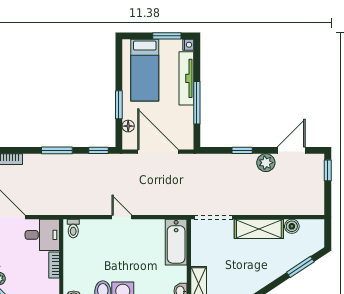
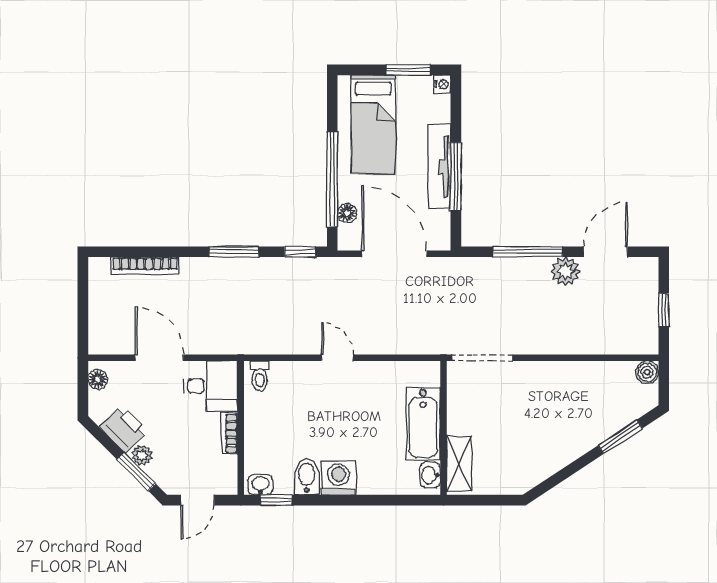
tv unit: (186, 78) -> (439, 166), moved
window: (119, 105) -> (332, 179), width x2.11
window: (242, 150) -> (528, 252), width x2.17
window: (328, 170) -> (664, 310), moved
boiler: (292, 226) -> (647, 372), moved
shelving: (259, 229) -> (554, 376), removed
bathtub: (176, 242) -> (423, 424), moved

